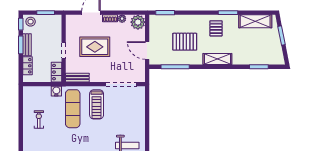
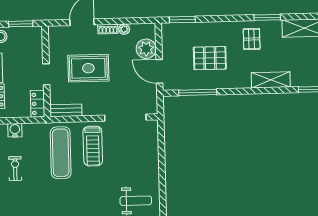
plant: (138, 22) -> (146, 49), moved
shelving: (217, 59) -> (271, 80), moved
water cooler: (56, 91) -> (15, 130), moved

